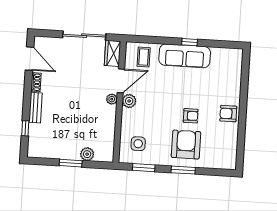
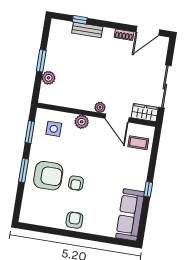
sofa: (185, 56) -> (130, 215), moved
plant: (129, 101) -> (82, 122), moved
bench: (36, 108) -> (87, 30), moved

